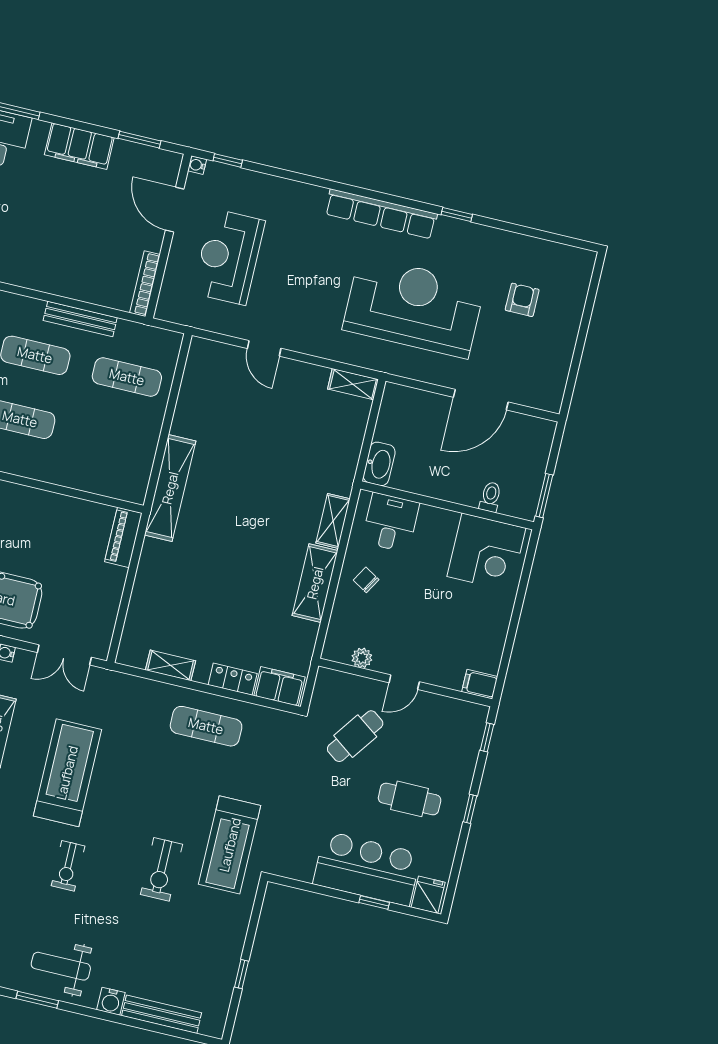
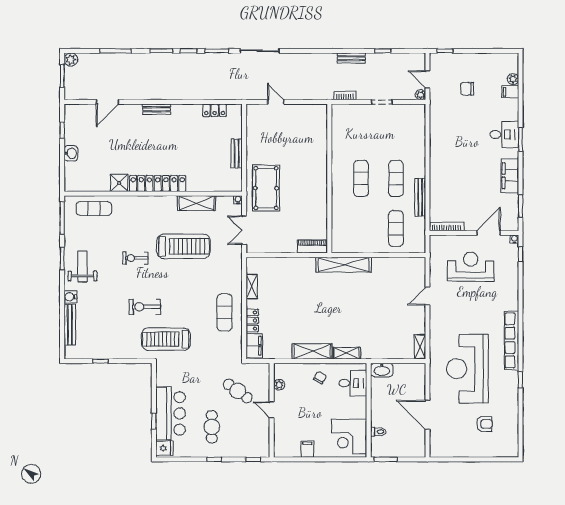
reception desk: (414, 307) -> (467, 369), turned 180
filing cabinet: (480, 684) -> (307, 449), moved

